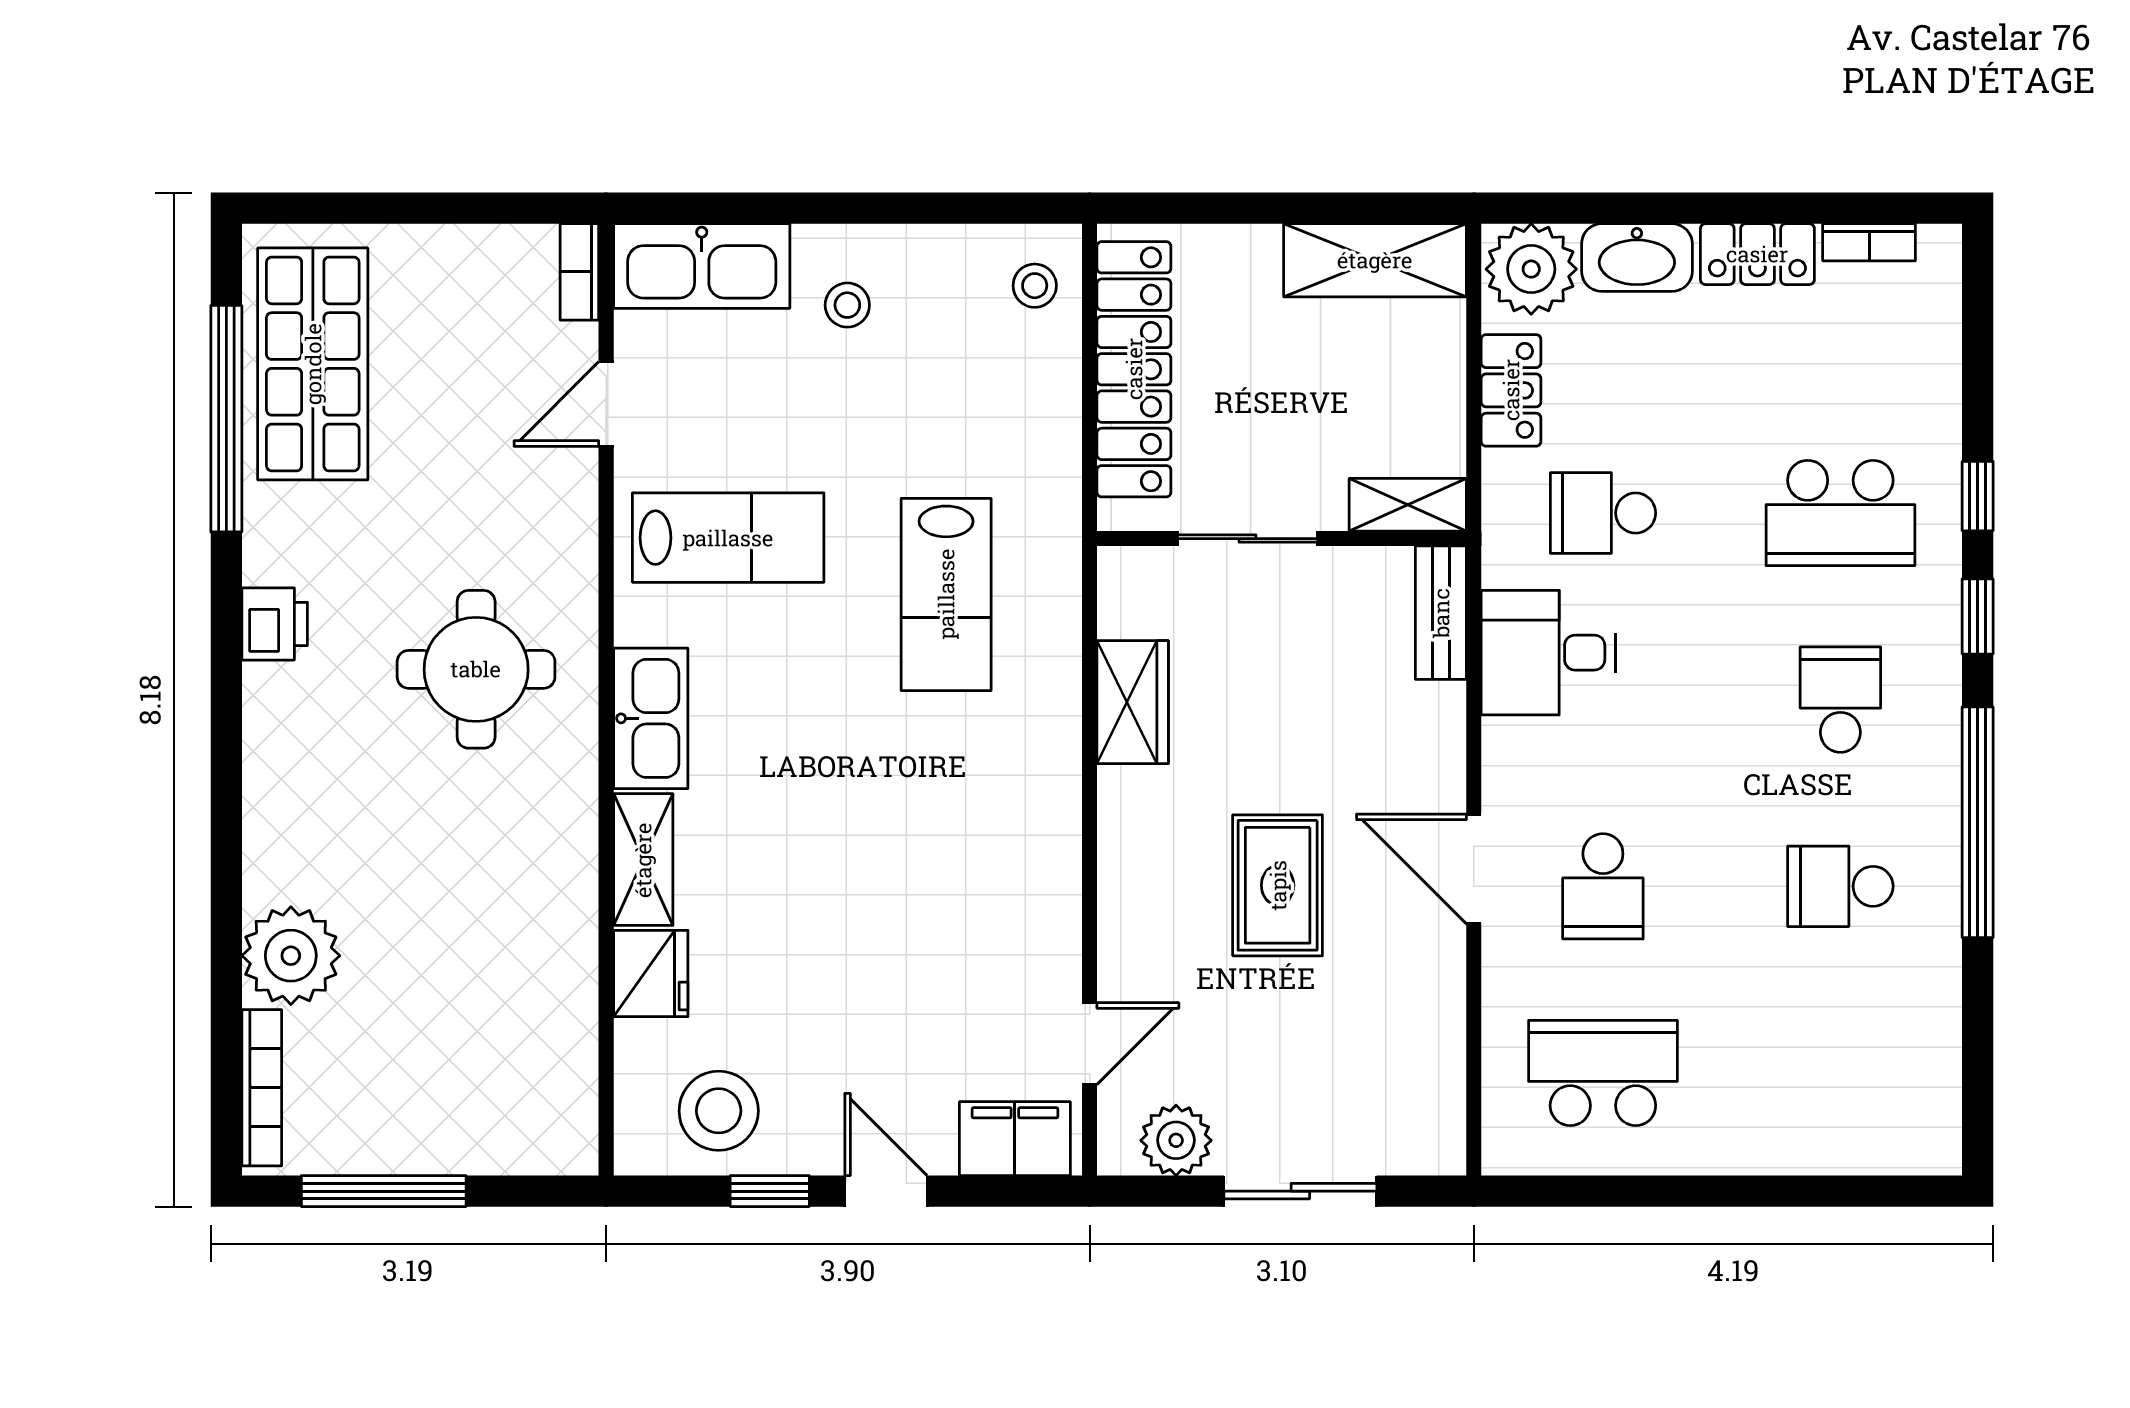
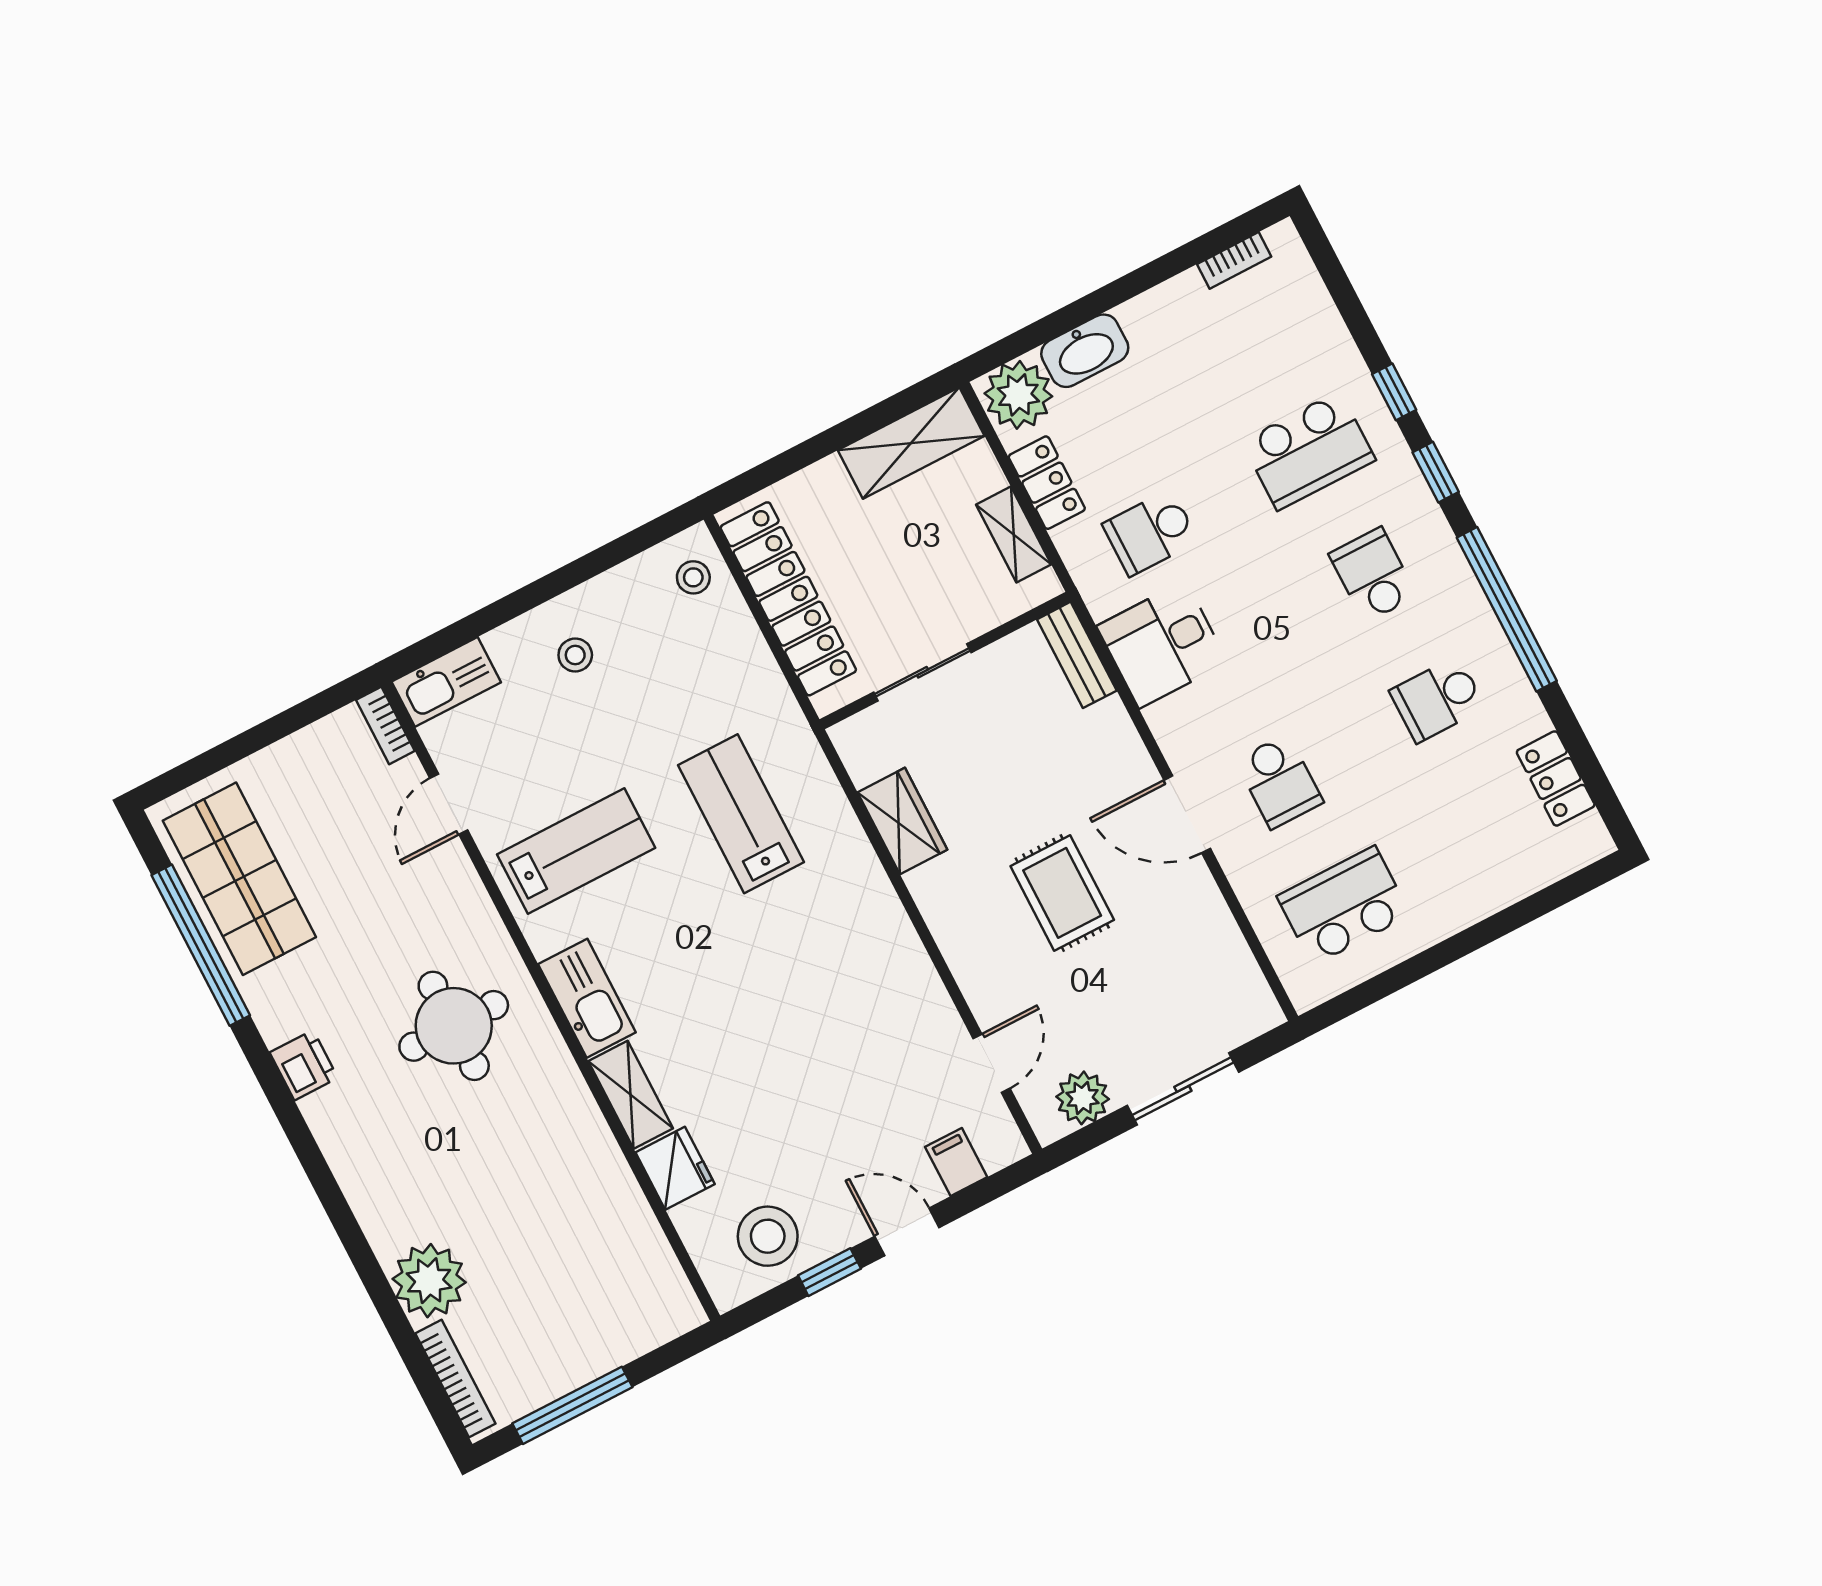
locker: (1757, 254) -> (1556, 778), moved, turned 90
kitchen sink: (702, 266) -> (446, 682), width x0.73, depth x0.81
shelving: (1408, 505) -> (1014, 535), moved, turned 90
lab bench: (946, 594) -> (741, 814), turned 180
filing cabinet: (1015, 1139) -> (956, 1162), width x0.50

